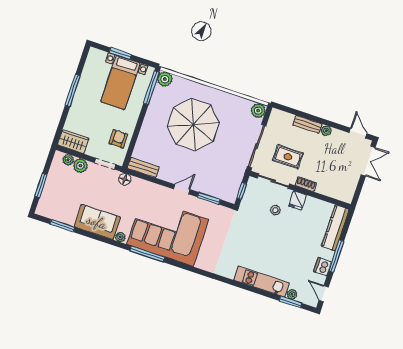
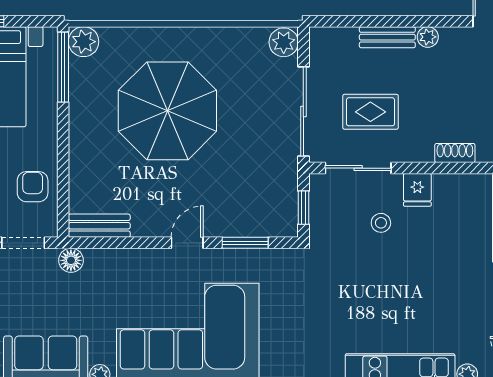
shoe rack: (306, 184) -> (455, 153), moved

